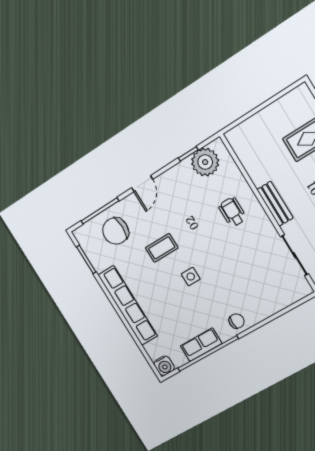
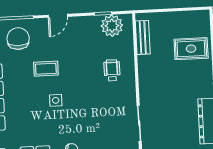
bench: (275, 204) -> (143, 37), moved
chair: (116, 231) -> (18, 39), turned 90

